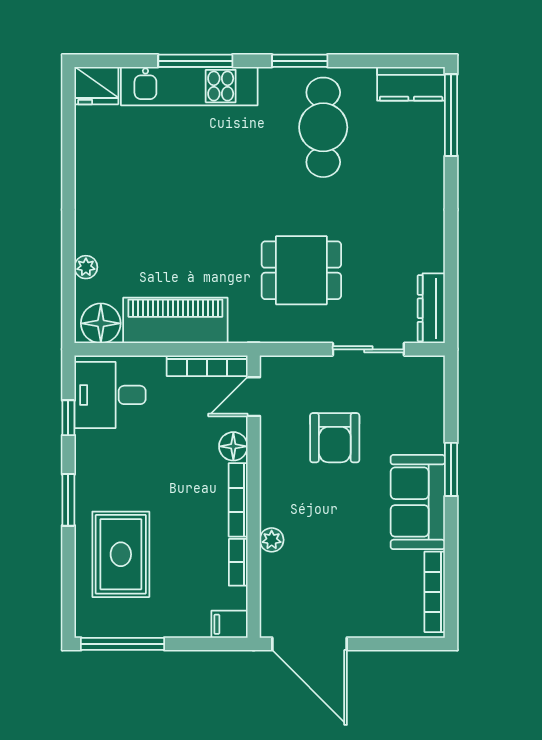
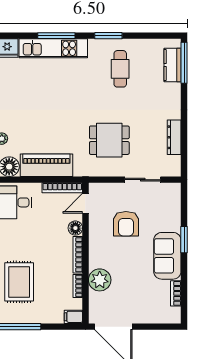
kitchen counter: (411, 84) -> (173, 65), moved, turned 90
cafe table: (323, 127) -> (120, 69), width x0.73, depth x0.74
dresser: (431, 308) -> (174, 137), moved
plant: (272, 540) -> (100, 280), width x1.88, depth x1.88
bookcase: (435, 592) -> (176, 293), width x0.64

